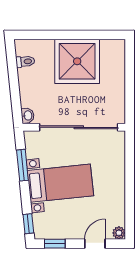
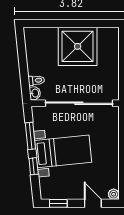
toilet: (25, 62) -> (36, 80), moved
window: (28, 224) -> (34, 166), moved
door: (95, 244) -> (93, 203), hinge flipped

